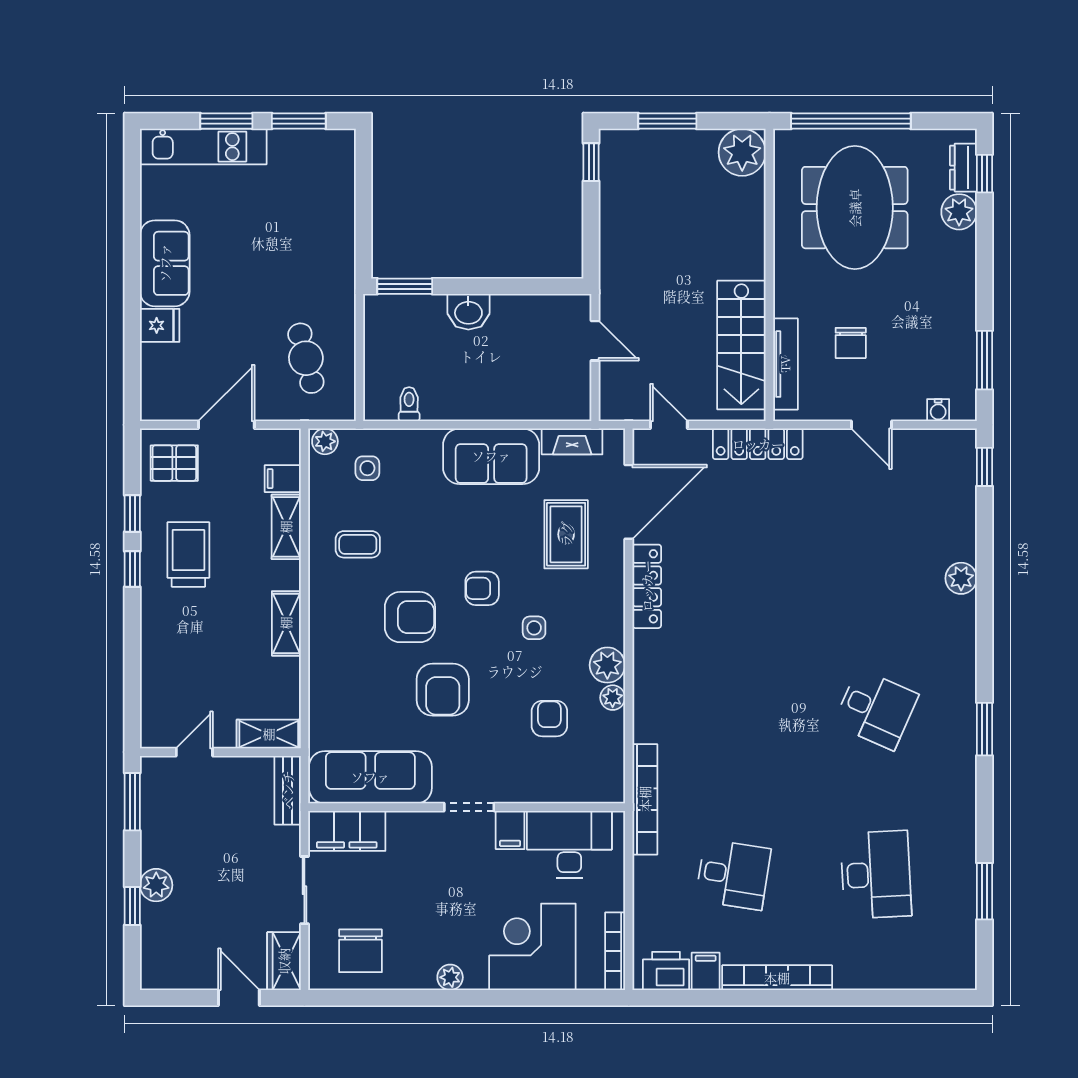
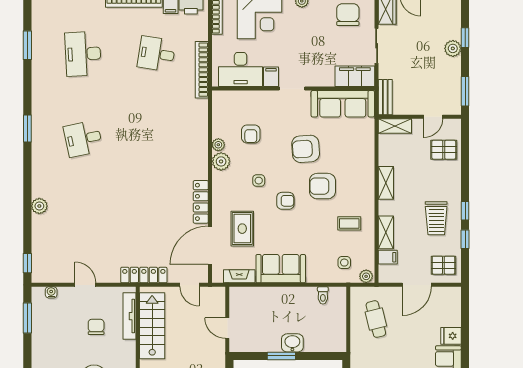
window: (405, 286) -> (281, 356), moved
pallet: (174, 688) -> (444, 150), added
armchair: (443, 690) -> (306, 149), turned -94
desk: (876, 709) -> (83, 139), turned -36
bookcase: (645, 799) -> (202, 70), moved

